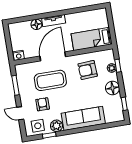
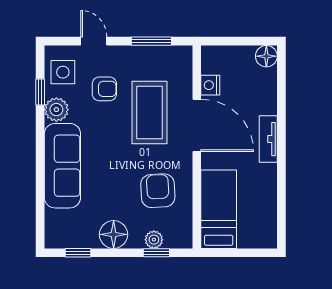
floor lamp: (36, 24) -> (266, 56), moved
nightstand: (19, 55) -> (210, 85), moved
door: (20, 113) -> (94, 41), hinge flipped

